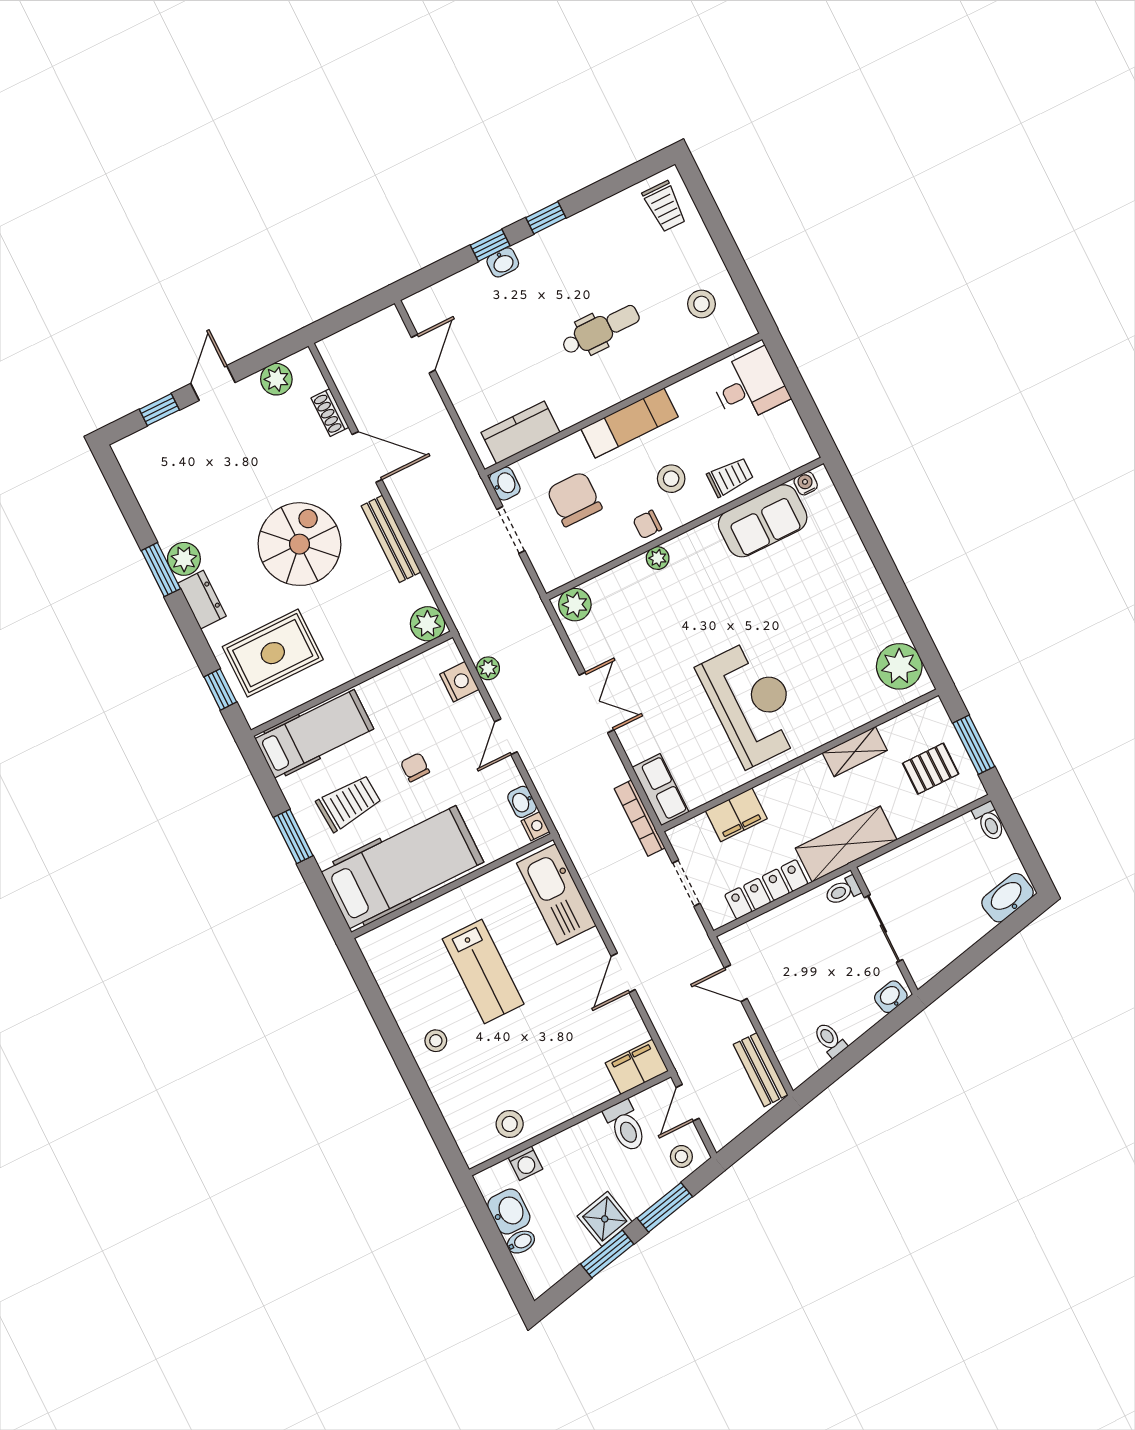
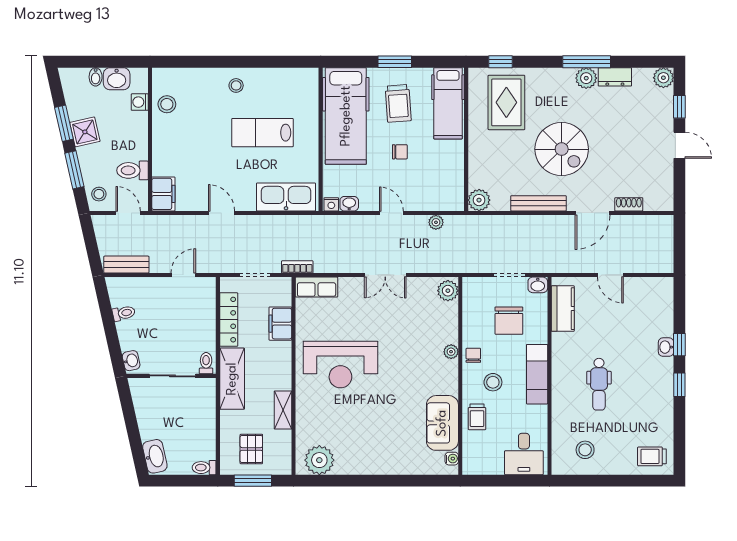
door: (423, 354) -> (610, 275), moved
plant: (276, 379) -> (663, 78), moved
chair: (574, 499) -> (509, 321), turned 90
window: (161, 570) -> (587, 62), width x1.44
dresser: (202, 600) -> (615, 77), moved
nightstand: (459, 682) -> (436, 202), removed
bookcase: (640, 818) -> (297, 267), width x0.64

